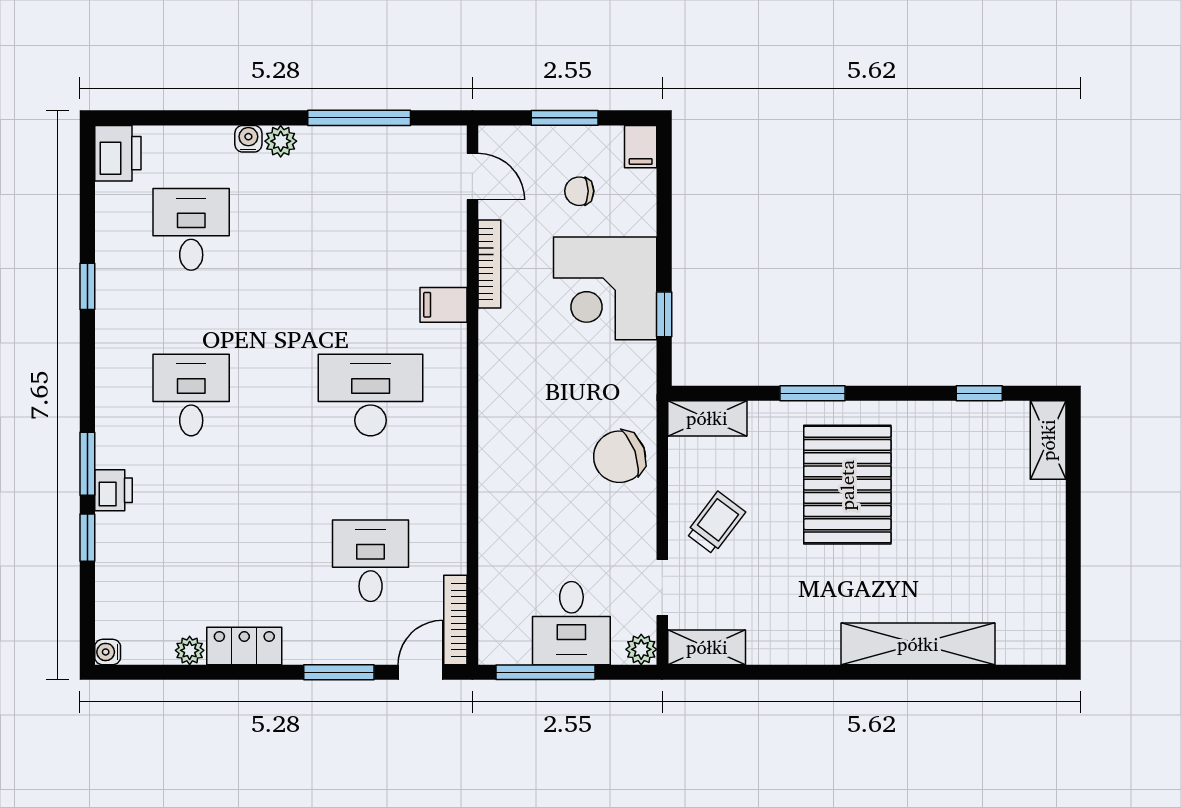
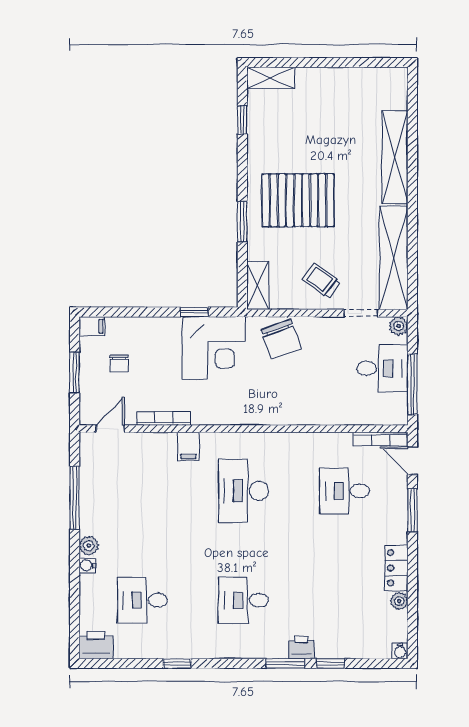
corner desk: (605, 288) -> (214, 348), moved
shelving: (707, 647) -> (394, 258), width x2.20, depth x1.33

